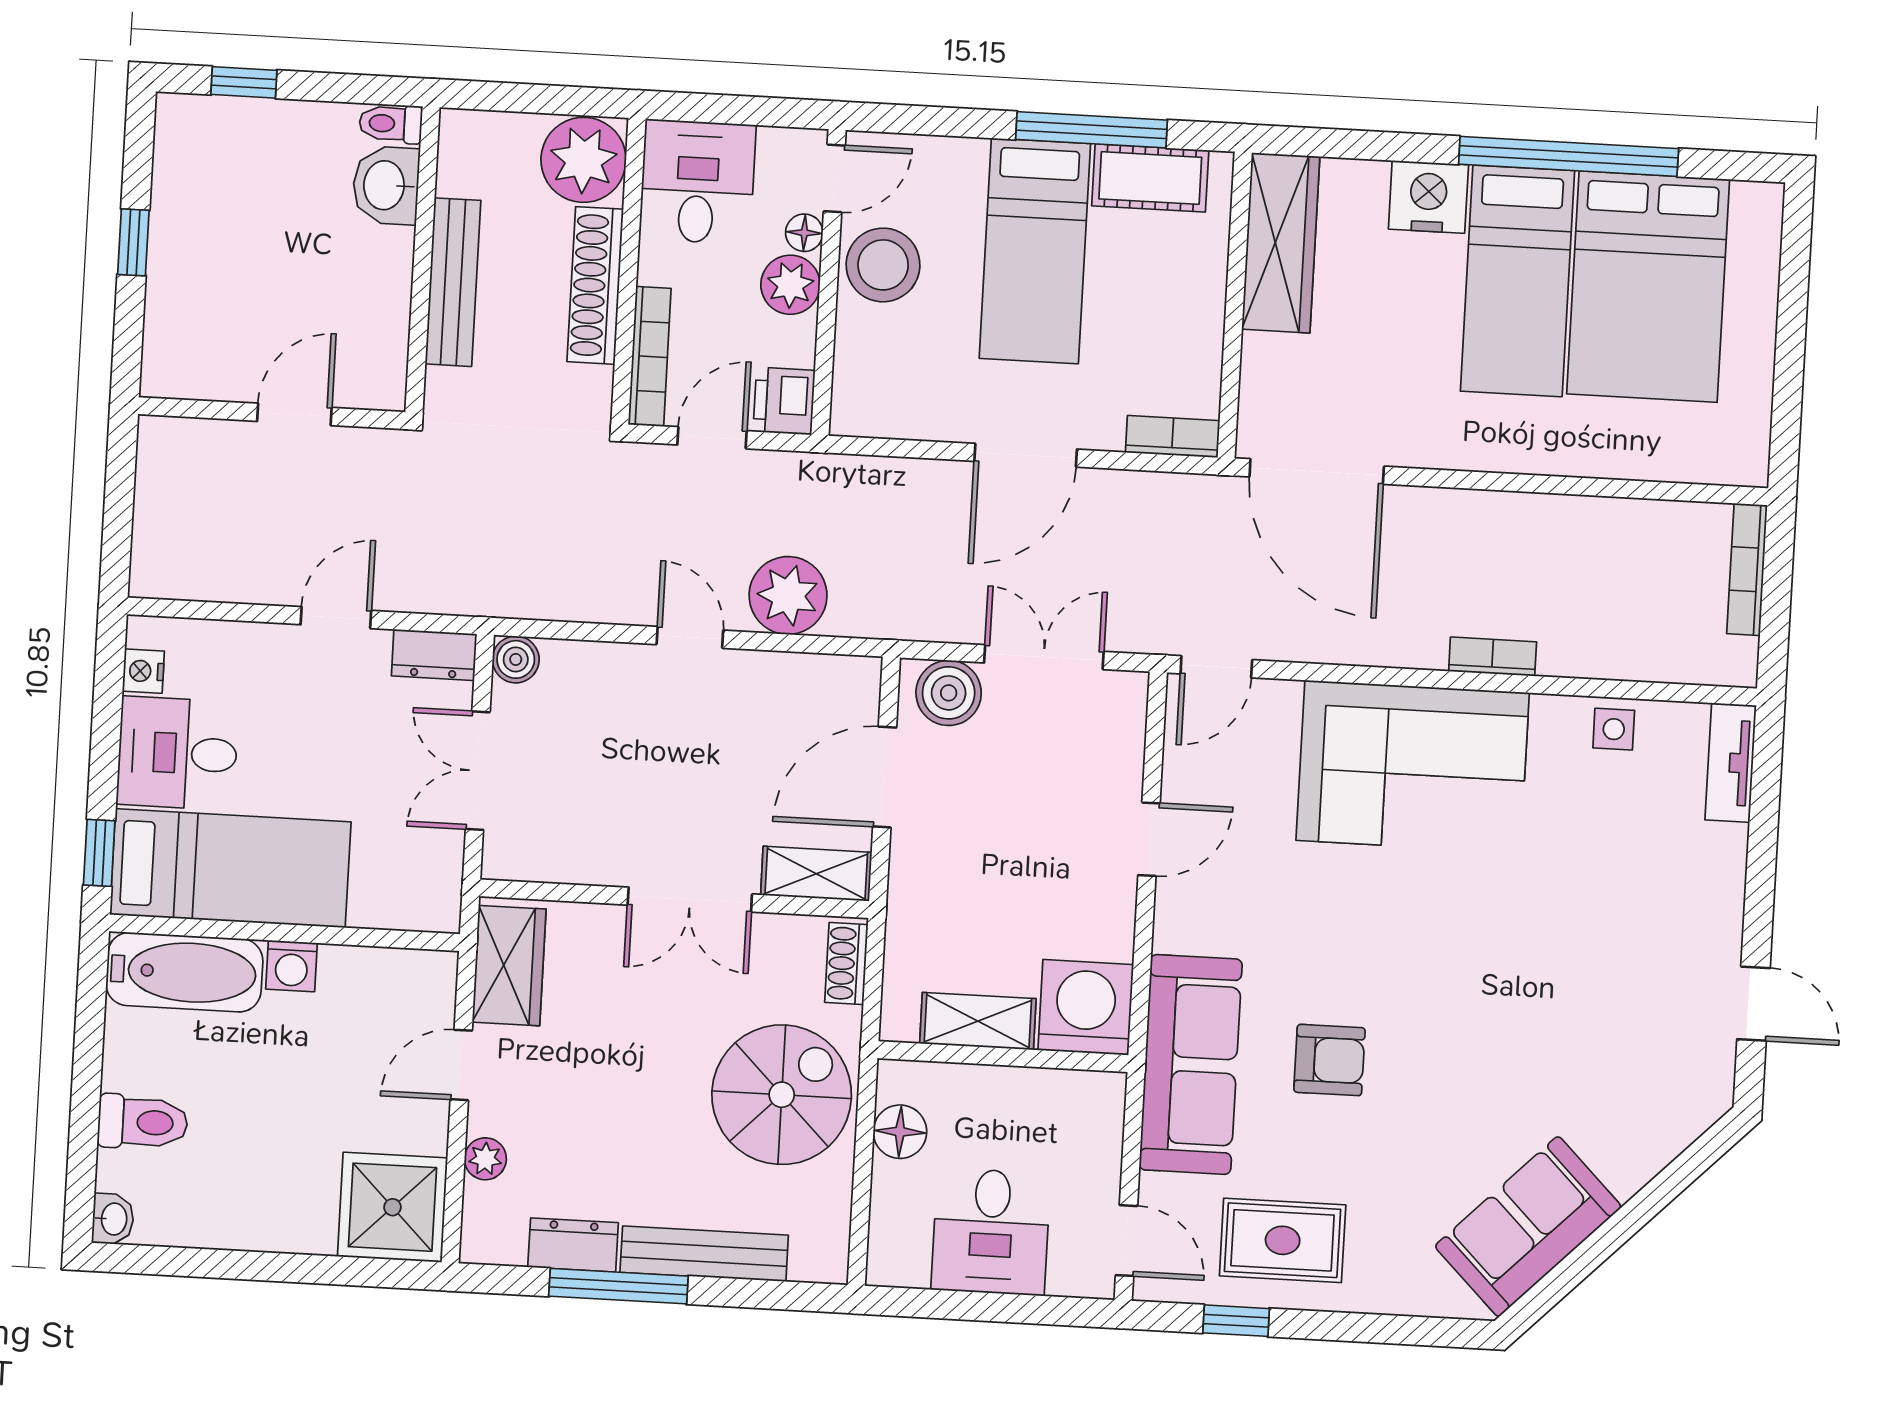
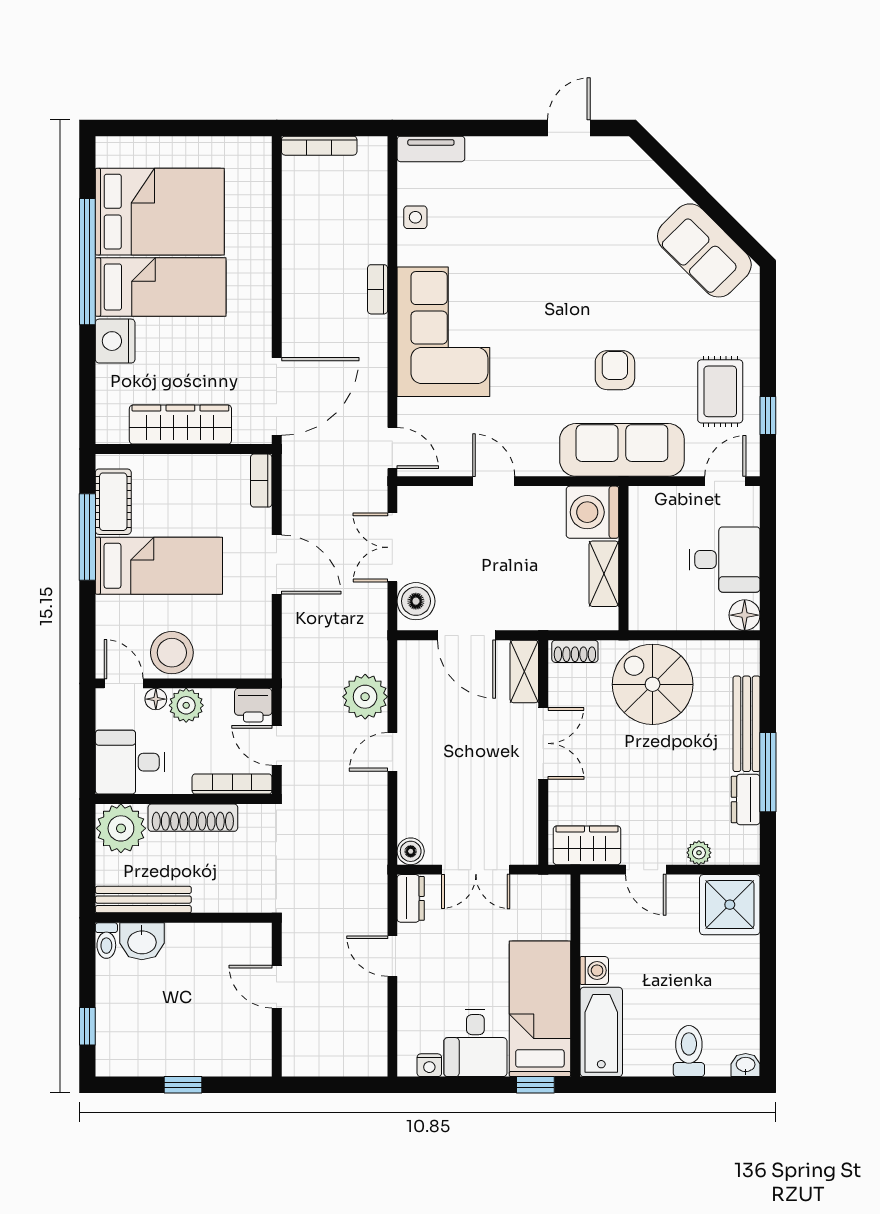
wardrobe: (1281, 243) -> (180, 425), moved
bench: (453, 282) -> (143, 900), moved
floor lamp: (900, 1132) -> (745, 615), moved

